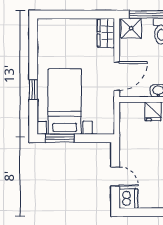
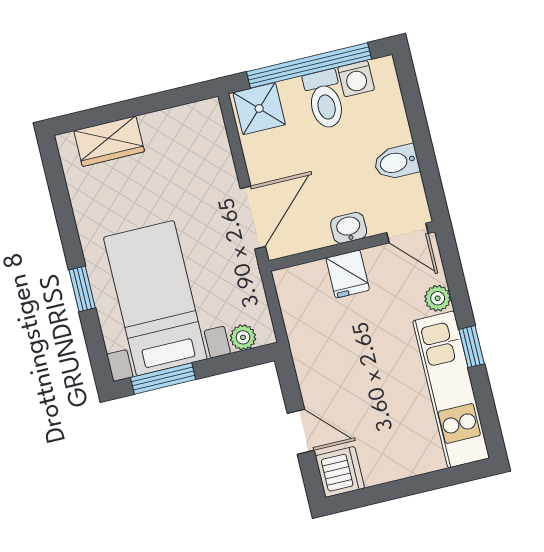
wardrobe: (106, 33) -> (109, 141), moved, turned -90
plant: (100, 128) -> (243, 337), added

